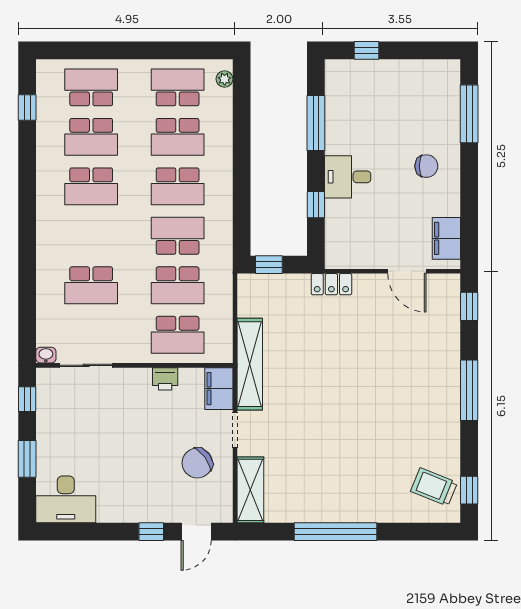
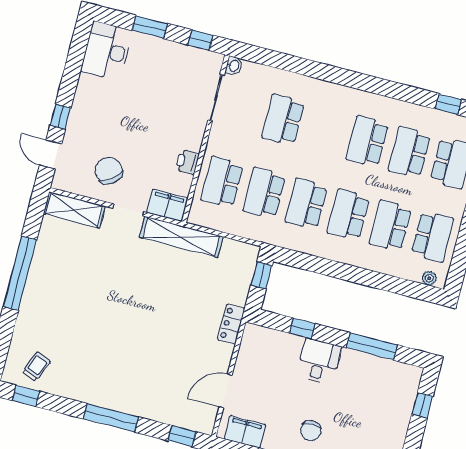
school desk: (178, 236) -> (306, 204), turned 180
trolley: (434, 487) -> (36, 367), width x0.73, depth x0.72

